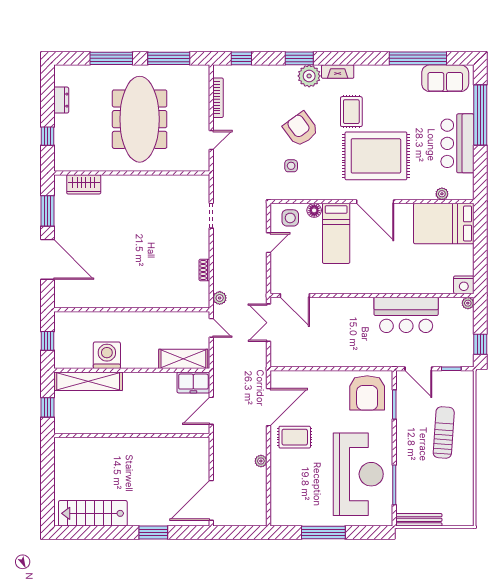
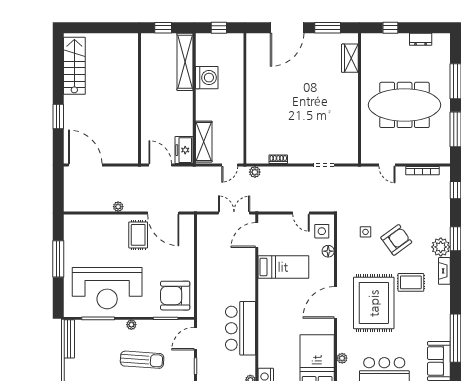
bed: (336, 233) -> (283, 267), moved, turned 180
plant: (402, 445) -> (131, 325), added

